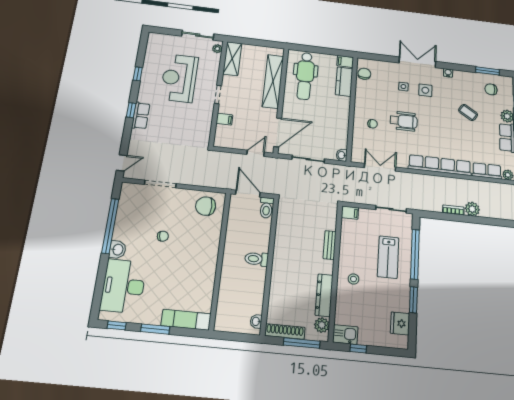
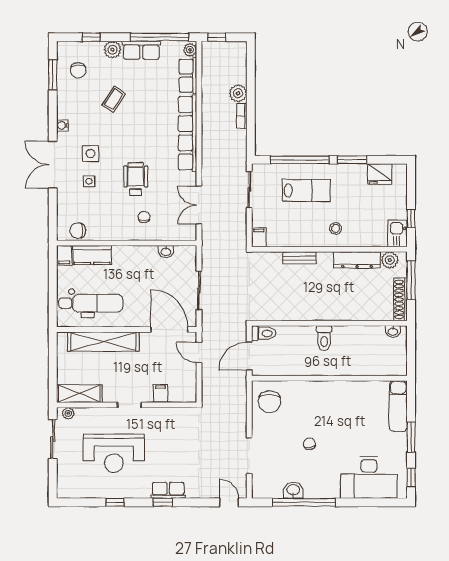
washbasin: (342, 155) -> (166, 252), moved
washbasin: (118, 250) -> (293, 490), moved

